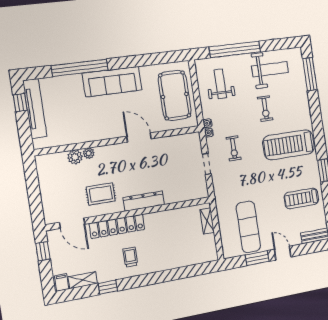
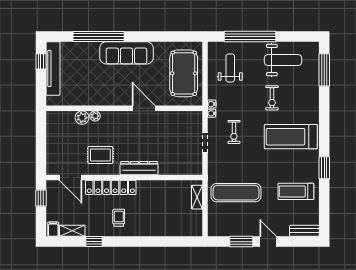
exercise mat: (248, 227) -> (236, 193), moved, turned 90

